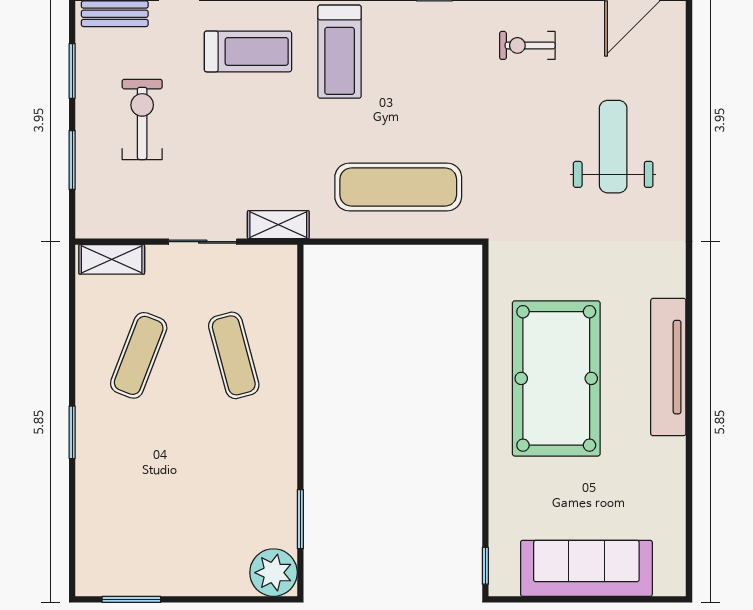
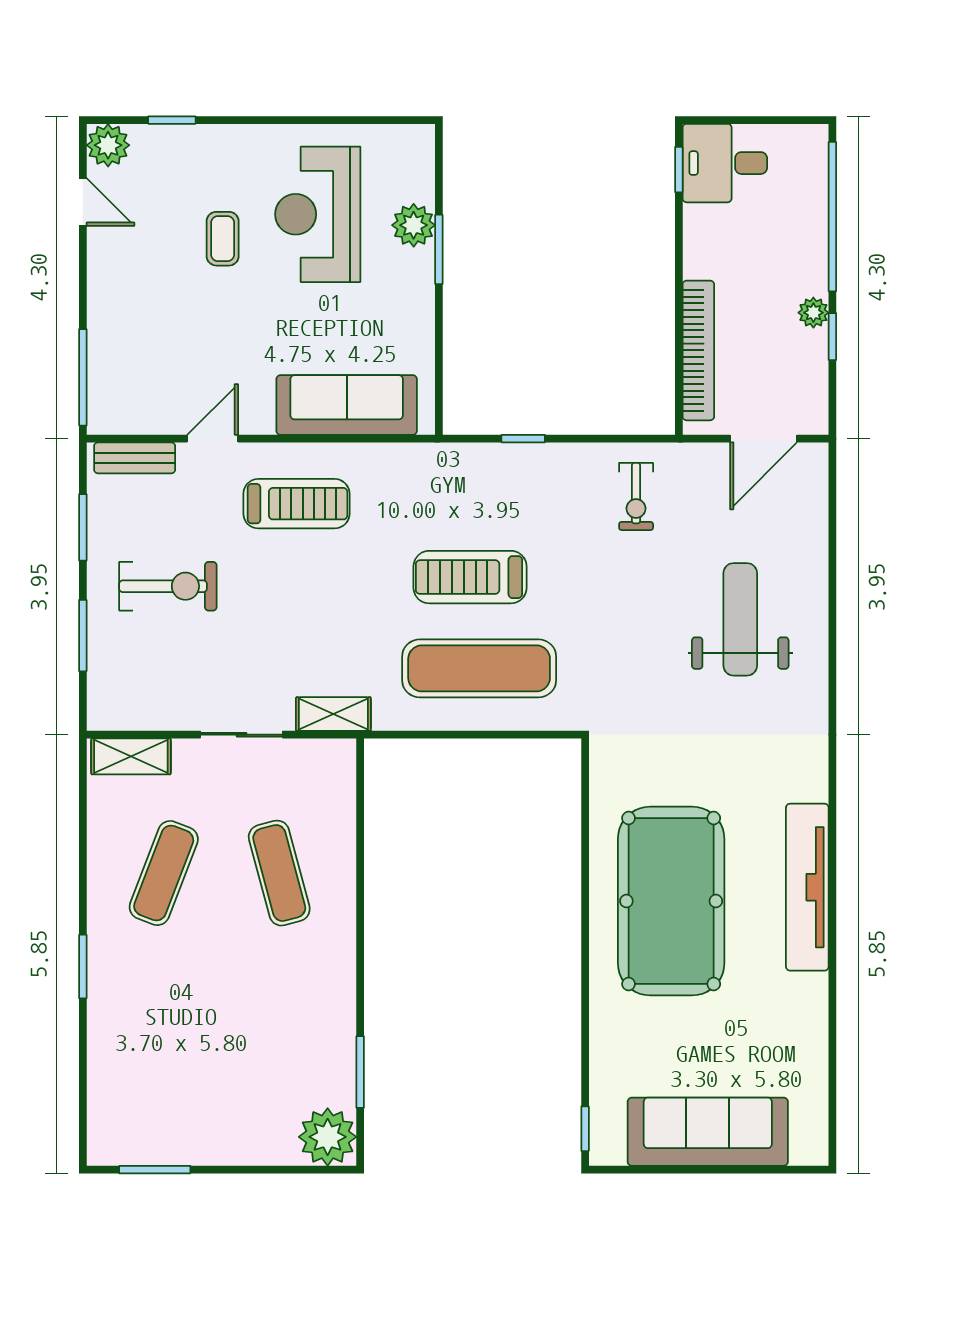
exercise bike: (527, 45) -> (636, 496), turned -90
treadmill: (340, 52) -> (470, 577), moved, turned 90
exercise bike: (142, 119) -> (168, 586), turned 90

